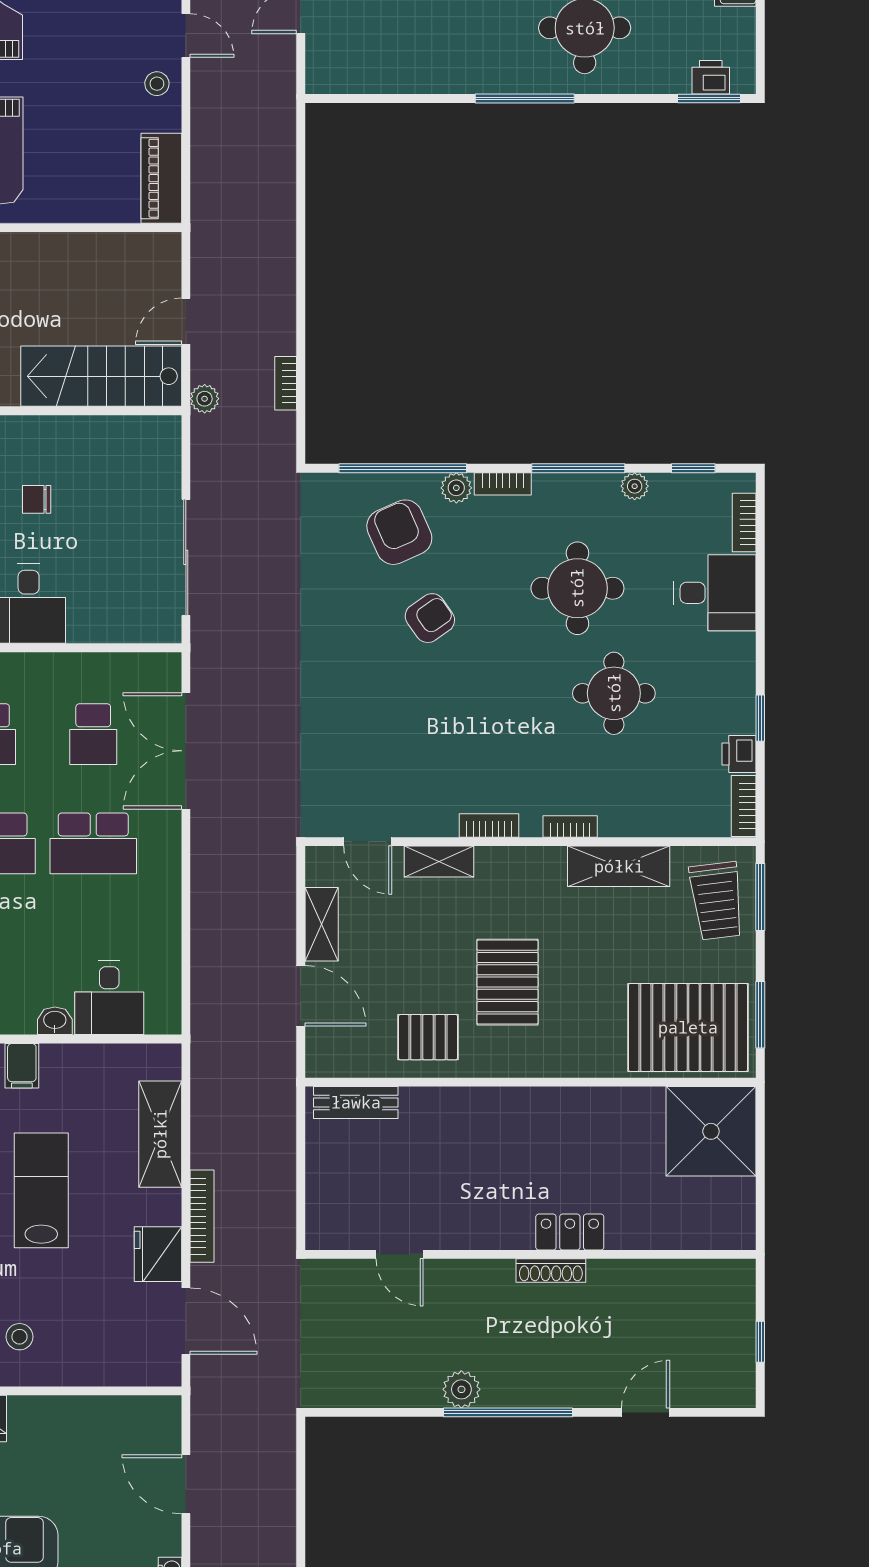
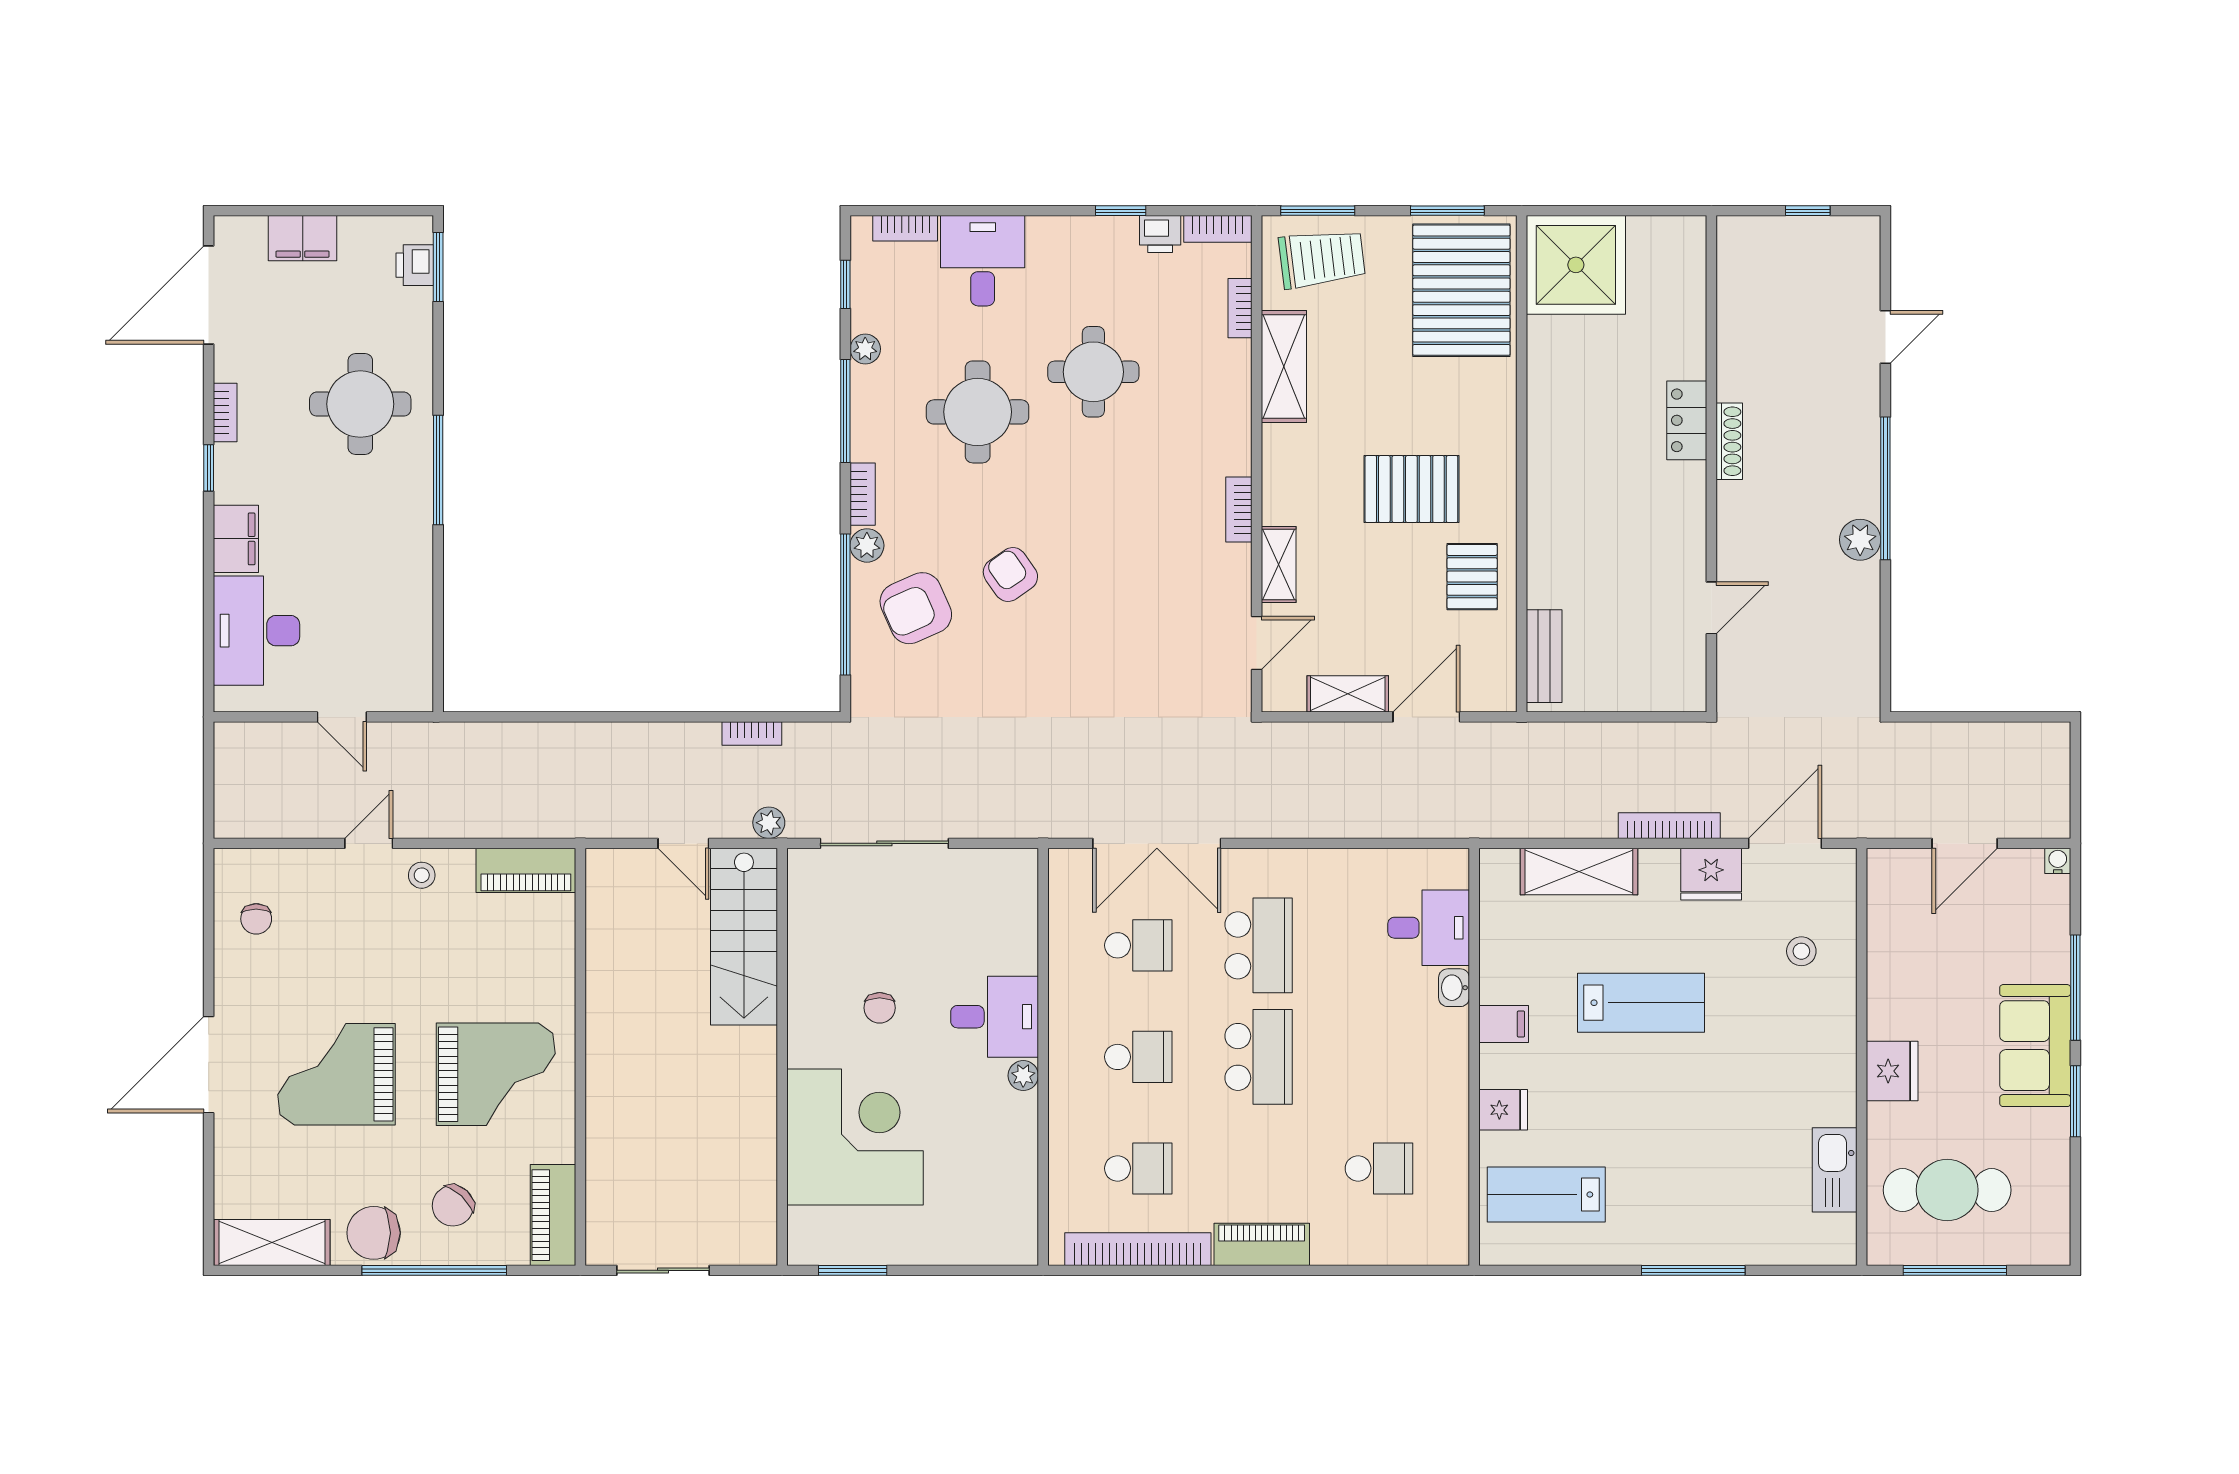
sliding door: (186, 557) -> (884, 843), moved
bookcase: (570, 826) -> (1240, 308), moved
lab bench: (41, 1190) -> (1641, 1003), turned 180
stool: (19, 1337) -> (1801, 951), moved
door: (646, 1412) -> (1885, 337), swing flipped

